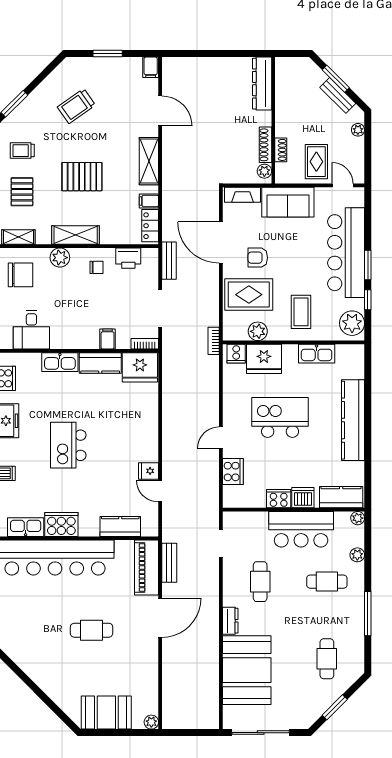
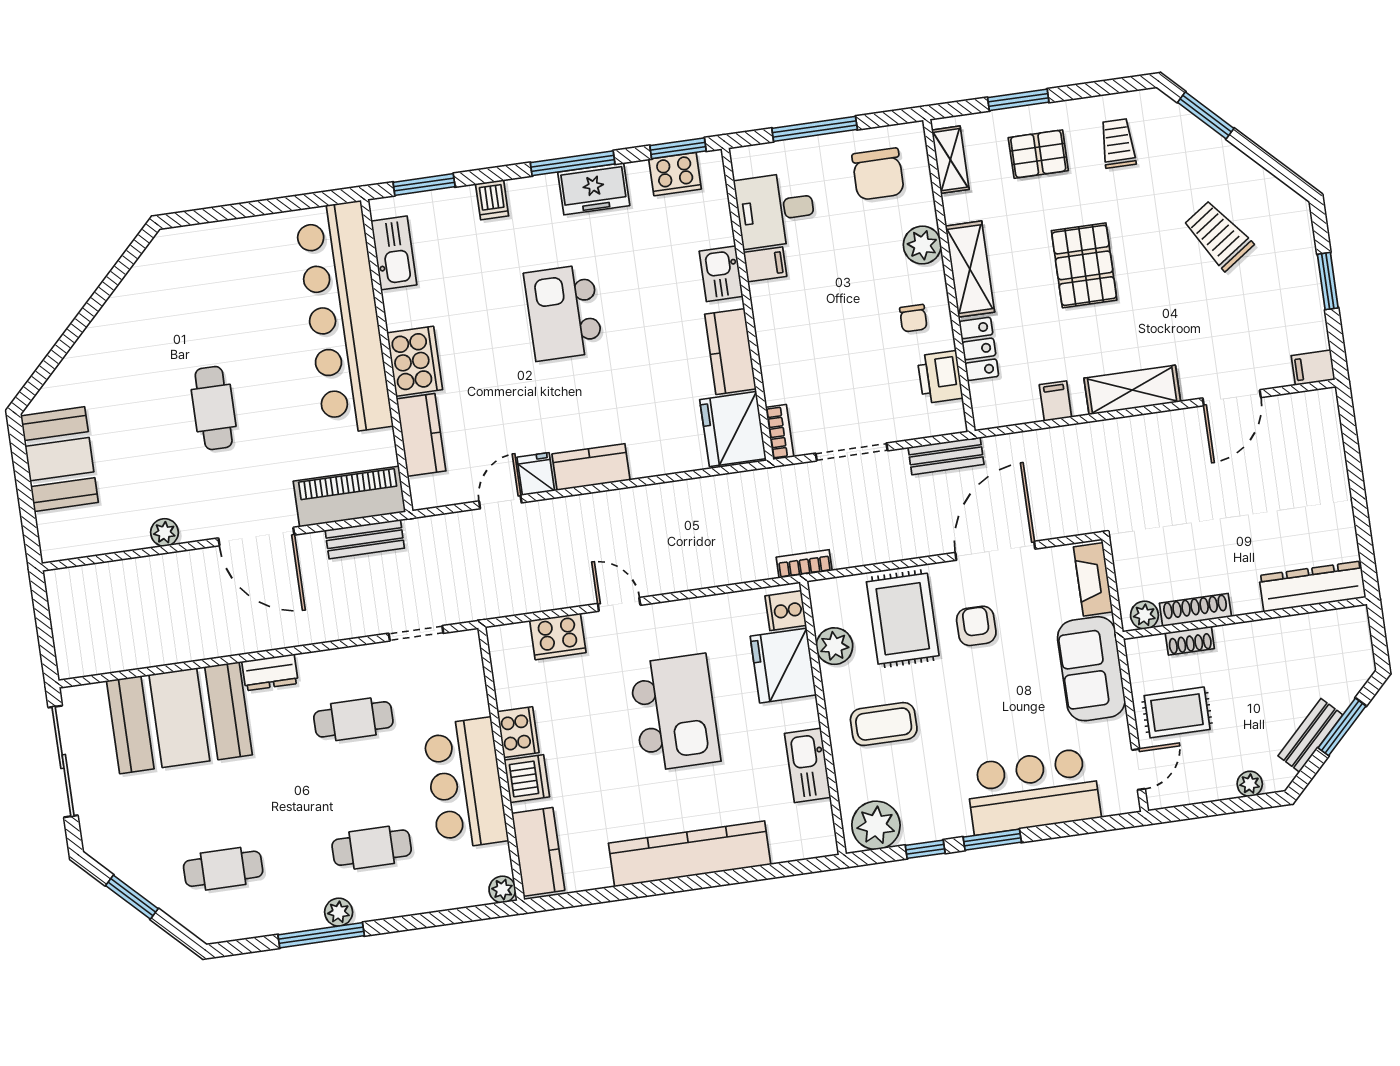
locker: (150, 226) -> (979, 349), moved, turned 90
bar counter: (346, 253) -> (1033, 791), width x0.73
filing cabinet: (108, 339) -> (765, 264), moved
kitchen sink: (60, 362) -> (721, 274), width x0.73
kitchen counter: (149, 442) -> (591, 467), added
kitchen island: (68, 445) -> (563, 313), turned -90
cooker: (61, 524) -> (415, 361), moved
plant: (357, 555) -> (339, 912), moved
cafe table: (327, 582) -> (372, 848), turned 90
plant: (151, 722) -> (164, 532), moved

